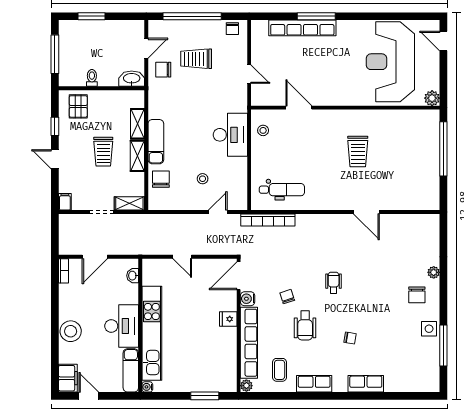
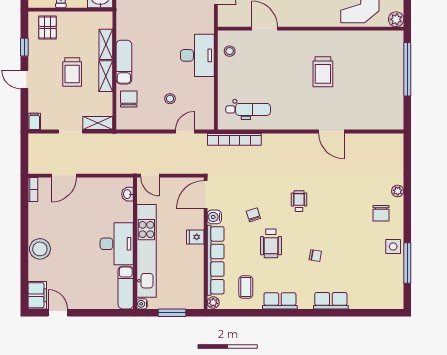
washbasin: (133, 276) -> (128, 194), moved
wall: (140, 325) -> (135, 243), moved
desk: (122, 326) -> (117, 244), moved
kitchen unit: (152, 333) -> (146, 251), moved
exam couch: (131, 370) -> (126, 288), moved
water cooler: (147, 387) -> (142, 304), moved

